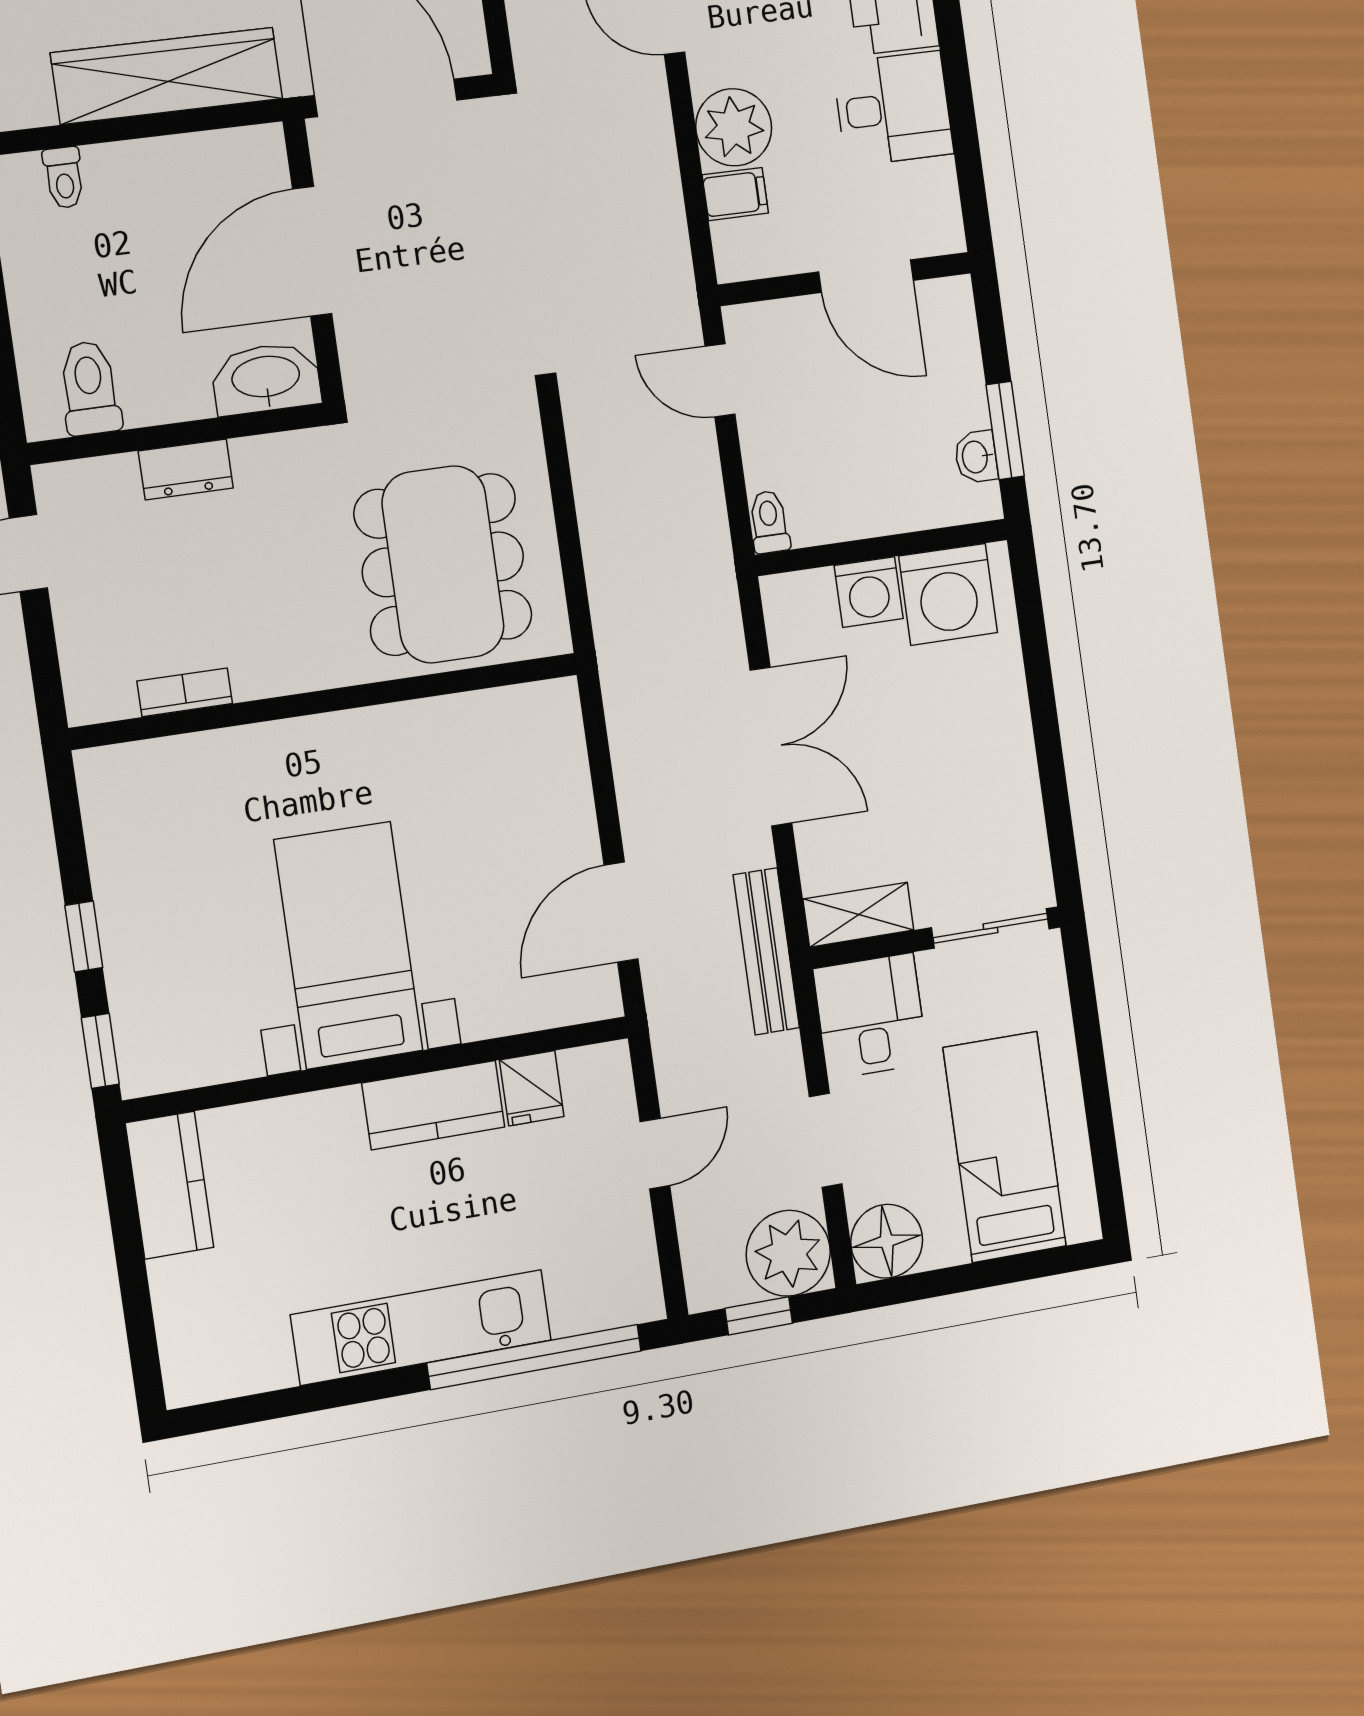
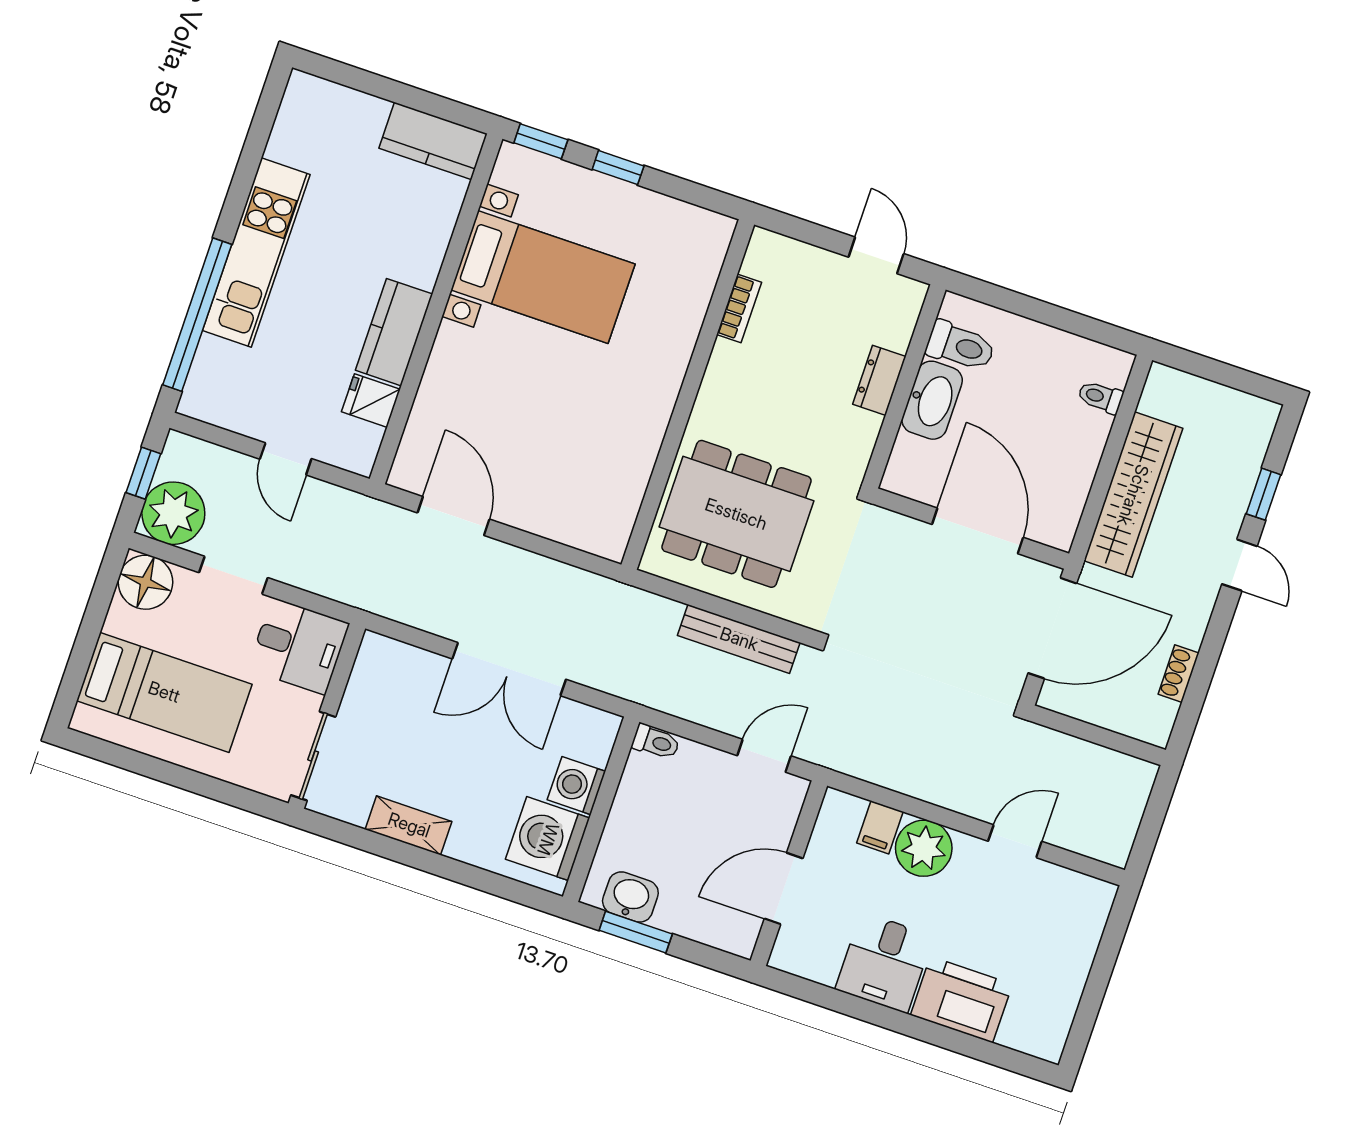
washbasin: (266, 378) -> (932, 400), moved
washbasin: (976, 457) -> (630, 897), width x1.38, depth x1.45
shelving: (858, 915) -> (409, 825), moved, turned 90
bed with nightstands: (348, 945) -> (543, 277), moved
bench: (766, 951) -> (739, 639), moved

